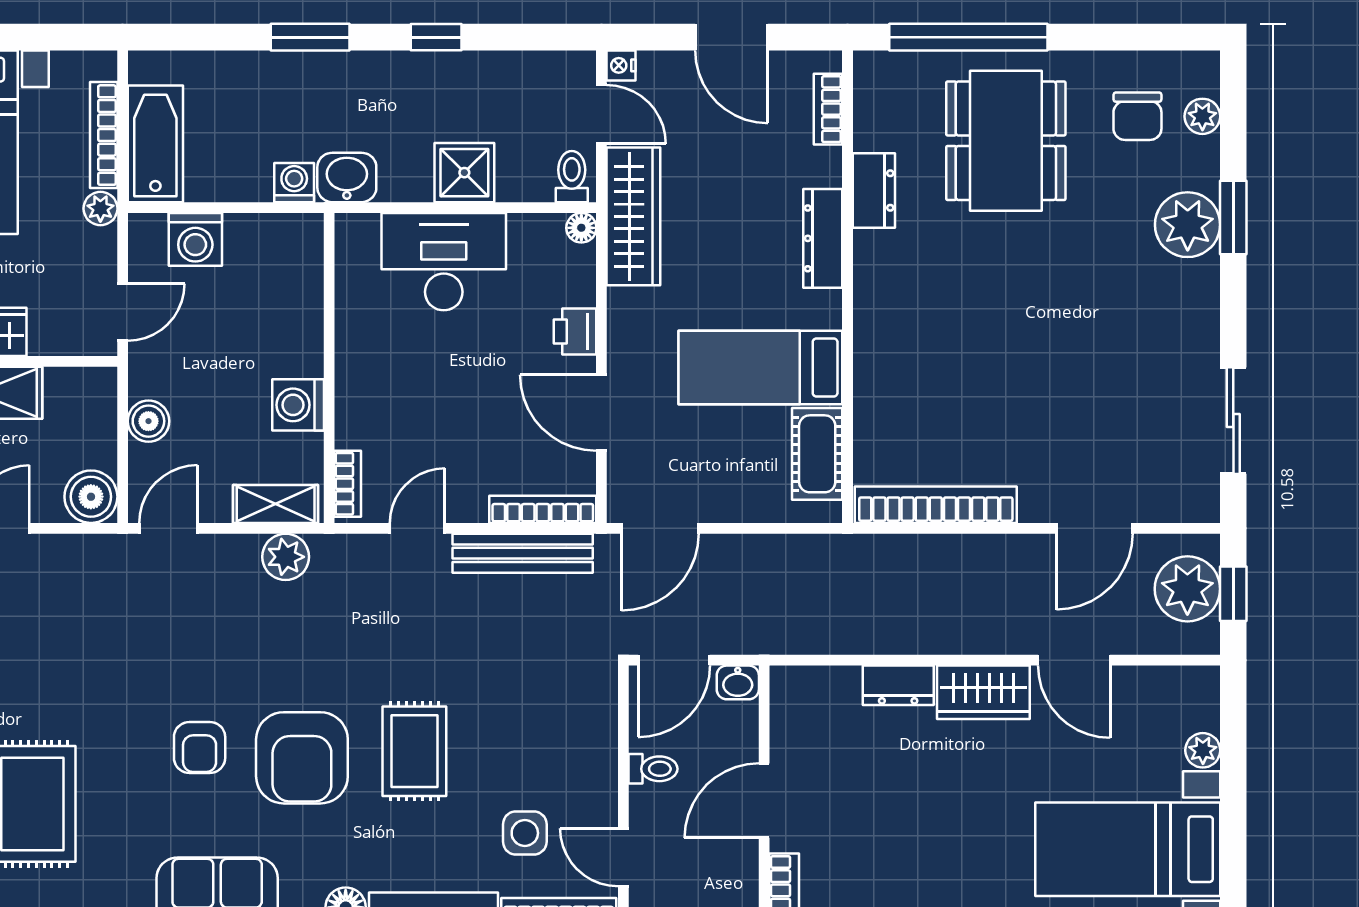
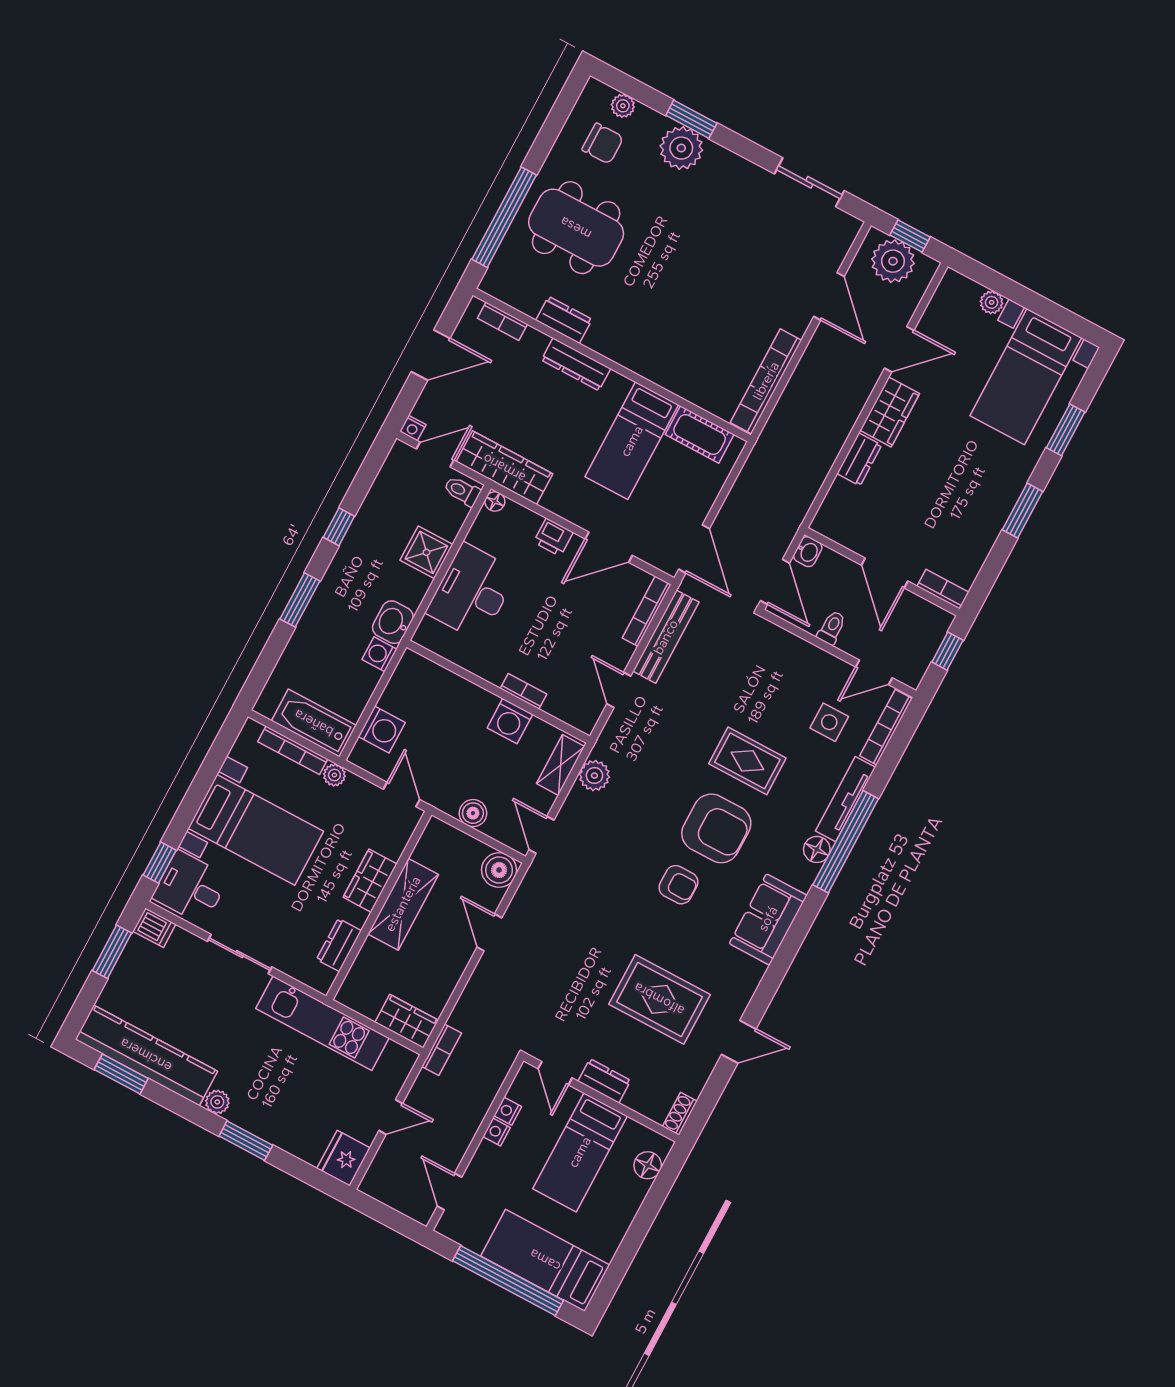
bookcase: (348, 484) -> (523, 691), moved

